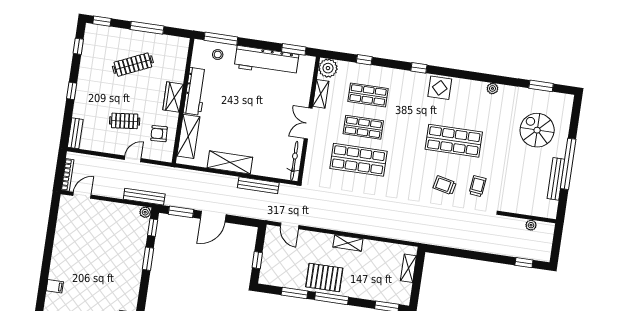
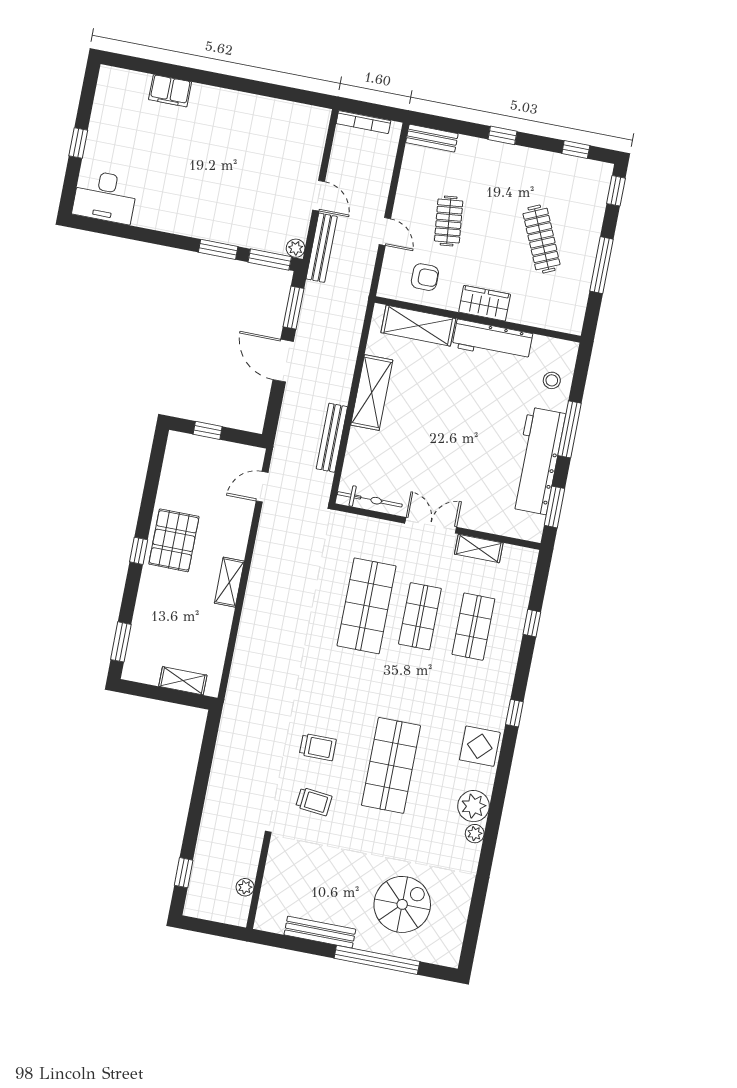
window: (221, 39) -> (570, 429), moved
plant: (328, 68) -> (474, 806), moved
window: (541, 86) -> (475, 915), removed
armchair: (159, 134) -> (425, 277), turned 93
window: (568, 164) -> (377, 960), moved
trolley: (445, 185) -> (318, 747), turned 78
door: (82, 195) -> (319, 196), moved
window: (153, 228) -> (270, 259), width x1.50
filing cabinet: (55, 286) -> (170, 91), width x2.00
window: (294, 293) -> (151, 490), removed
window: (332, 298) -> (139, 551), width x0.46

